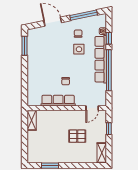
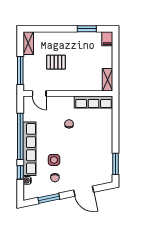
window: (84, 15) -> (49, 198), width x0.69
row of seats: (58, 101) -> (94, 102), moved
door: (92, 108) -> (39, 93), swing flipped
window: (109, 129) -> (20, 70), width x2.17
filing cabinet: (32, 157) -> (107, 39), added

